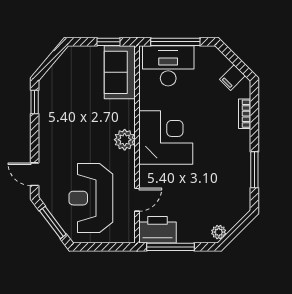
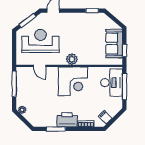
sofa: (120, 72) -> (114, 44), moved, turned -90
printer: (157, 230) -> (67, 120), moved, turned -90

